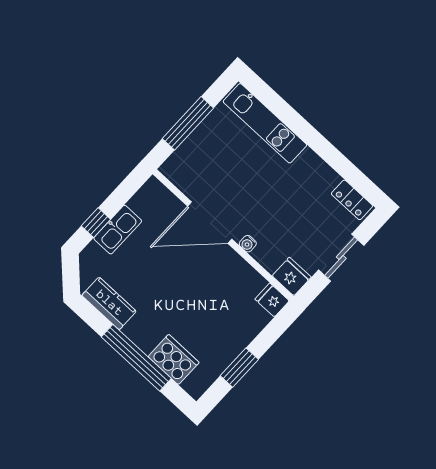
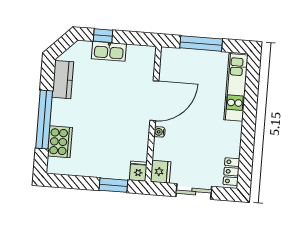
door: (210, 223) -> (154, 101), swing flipped
window: (239, 368) -> (113, 185), moved

